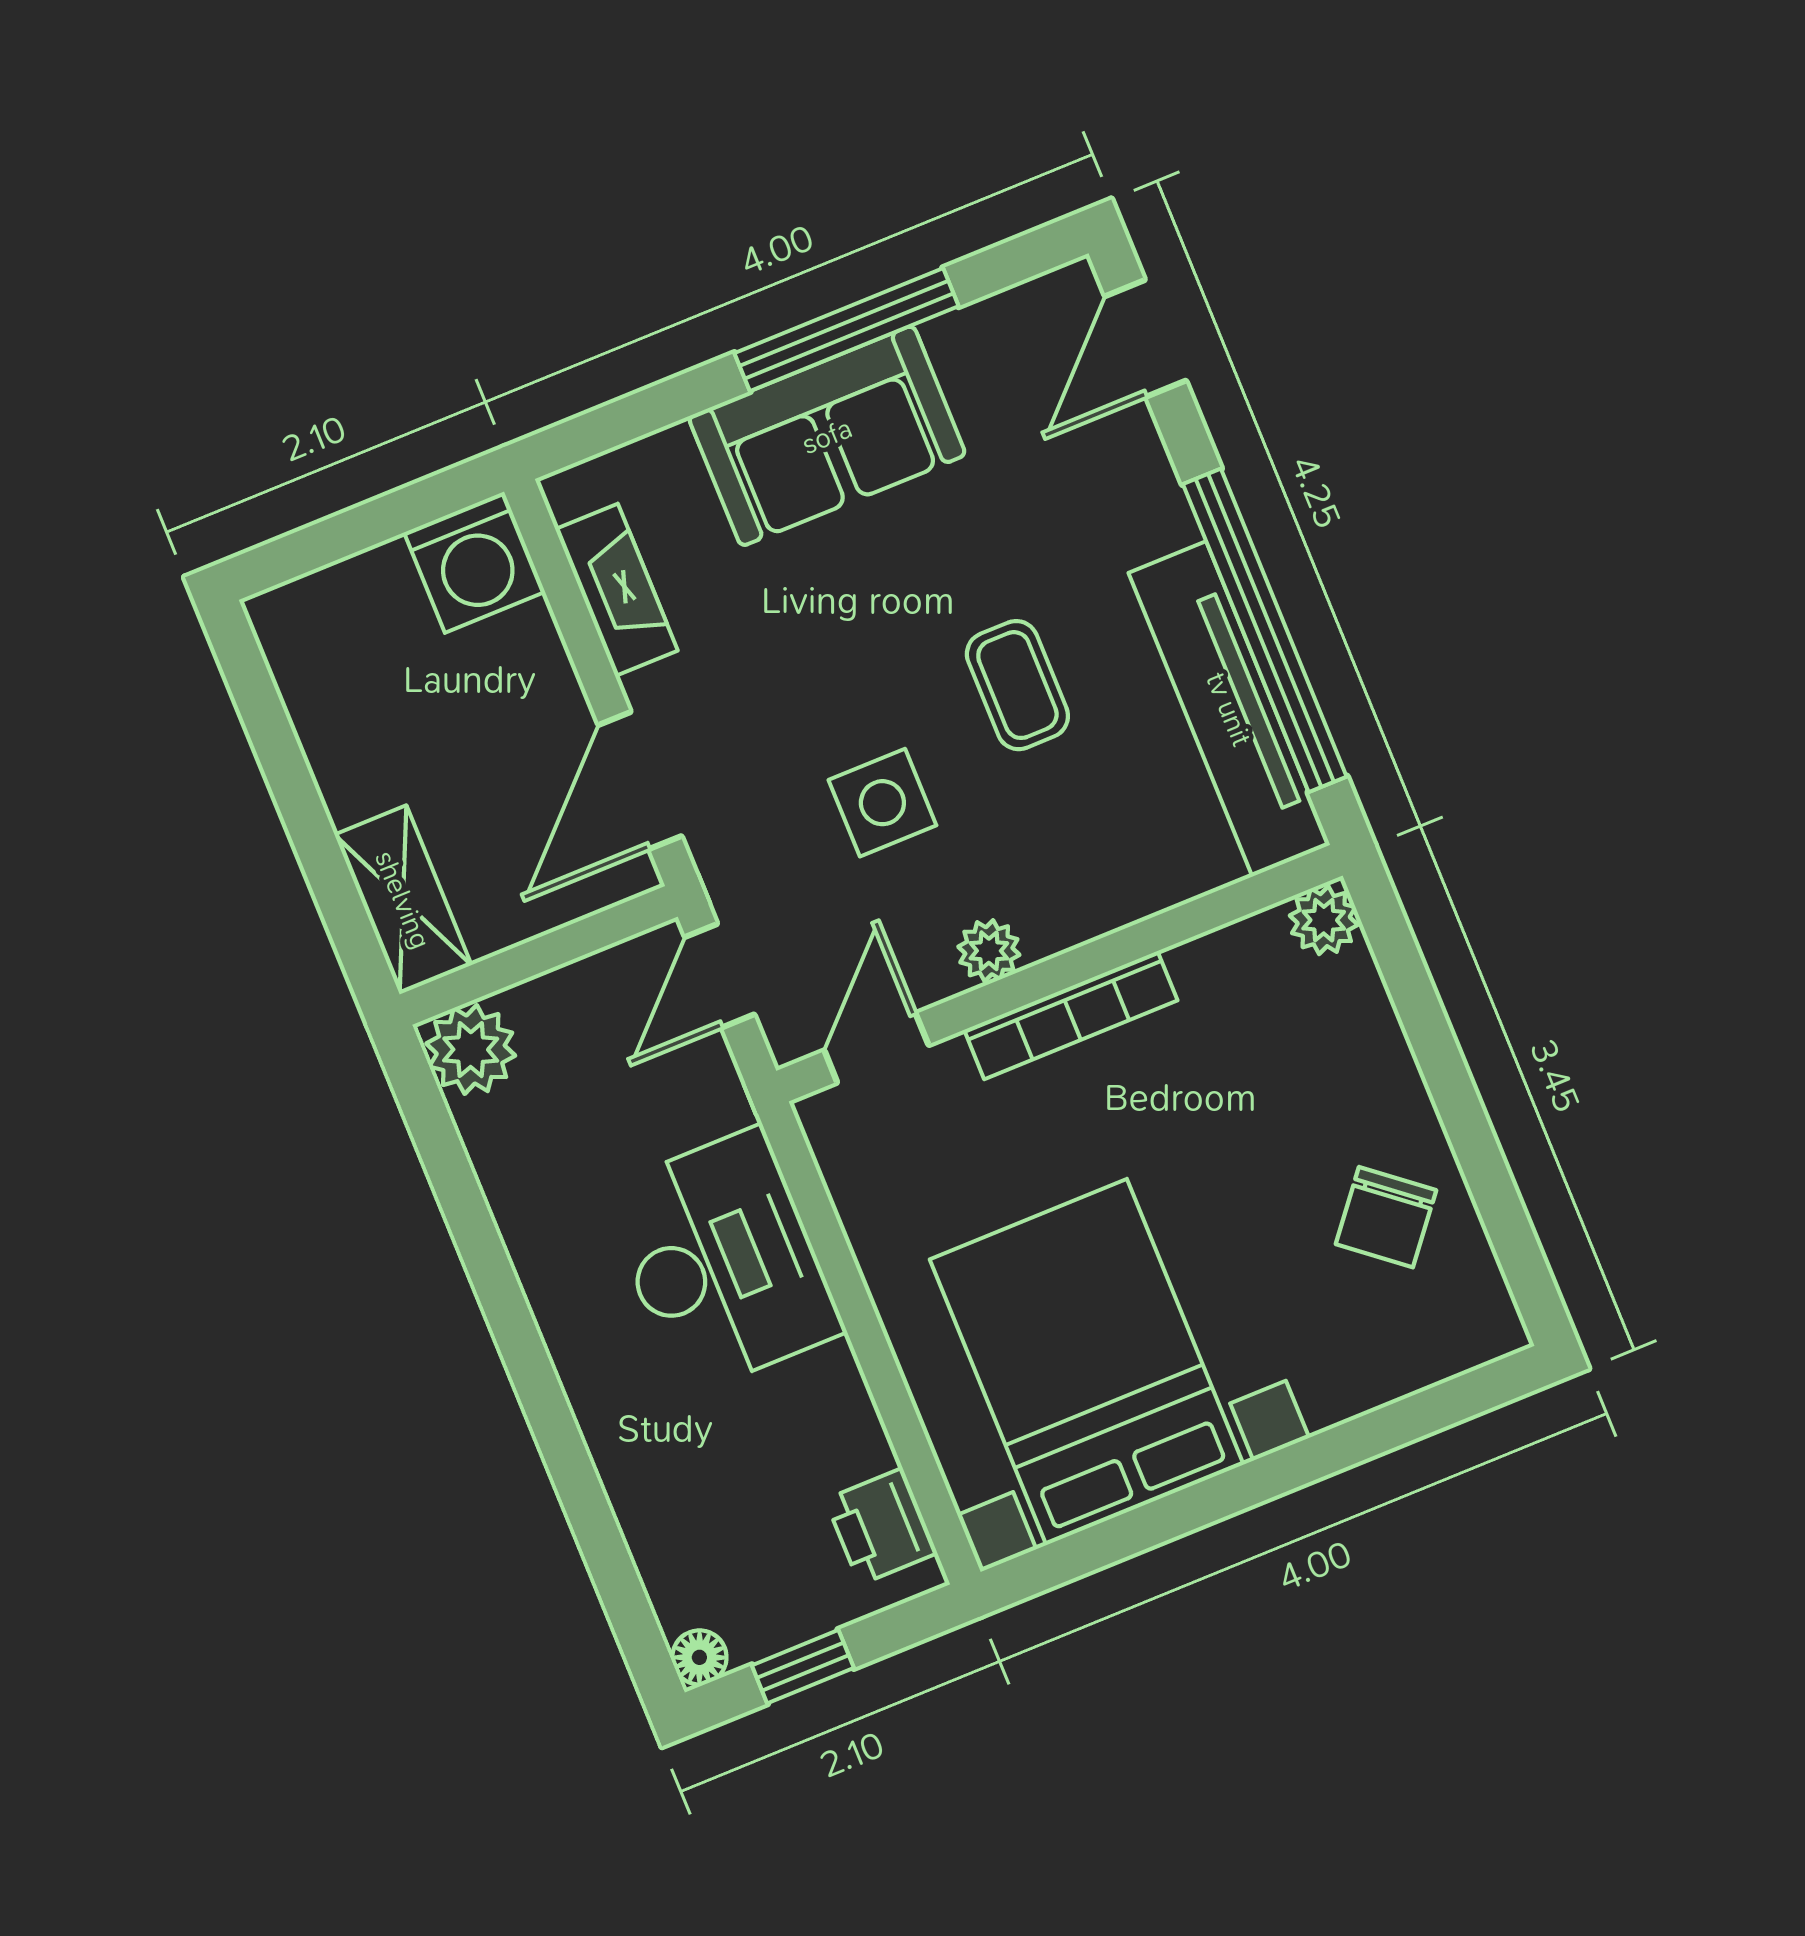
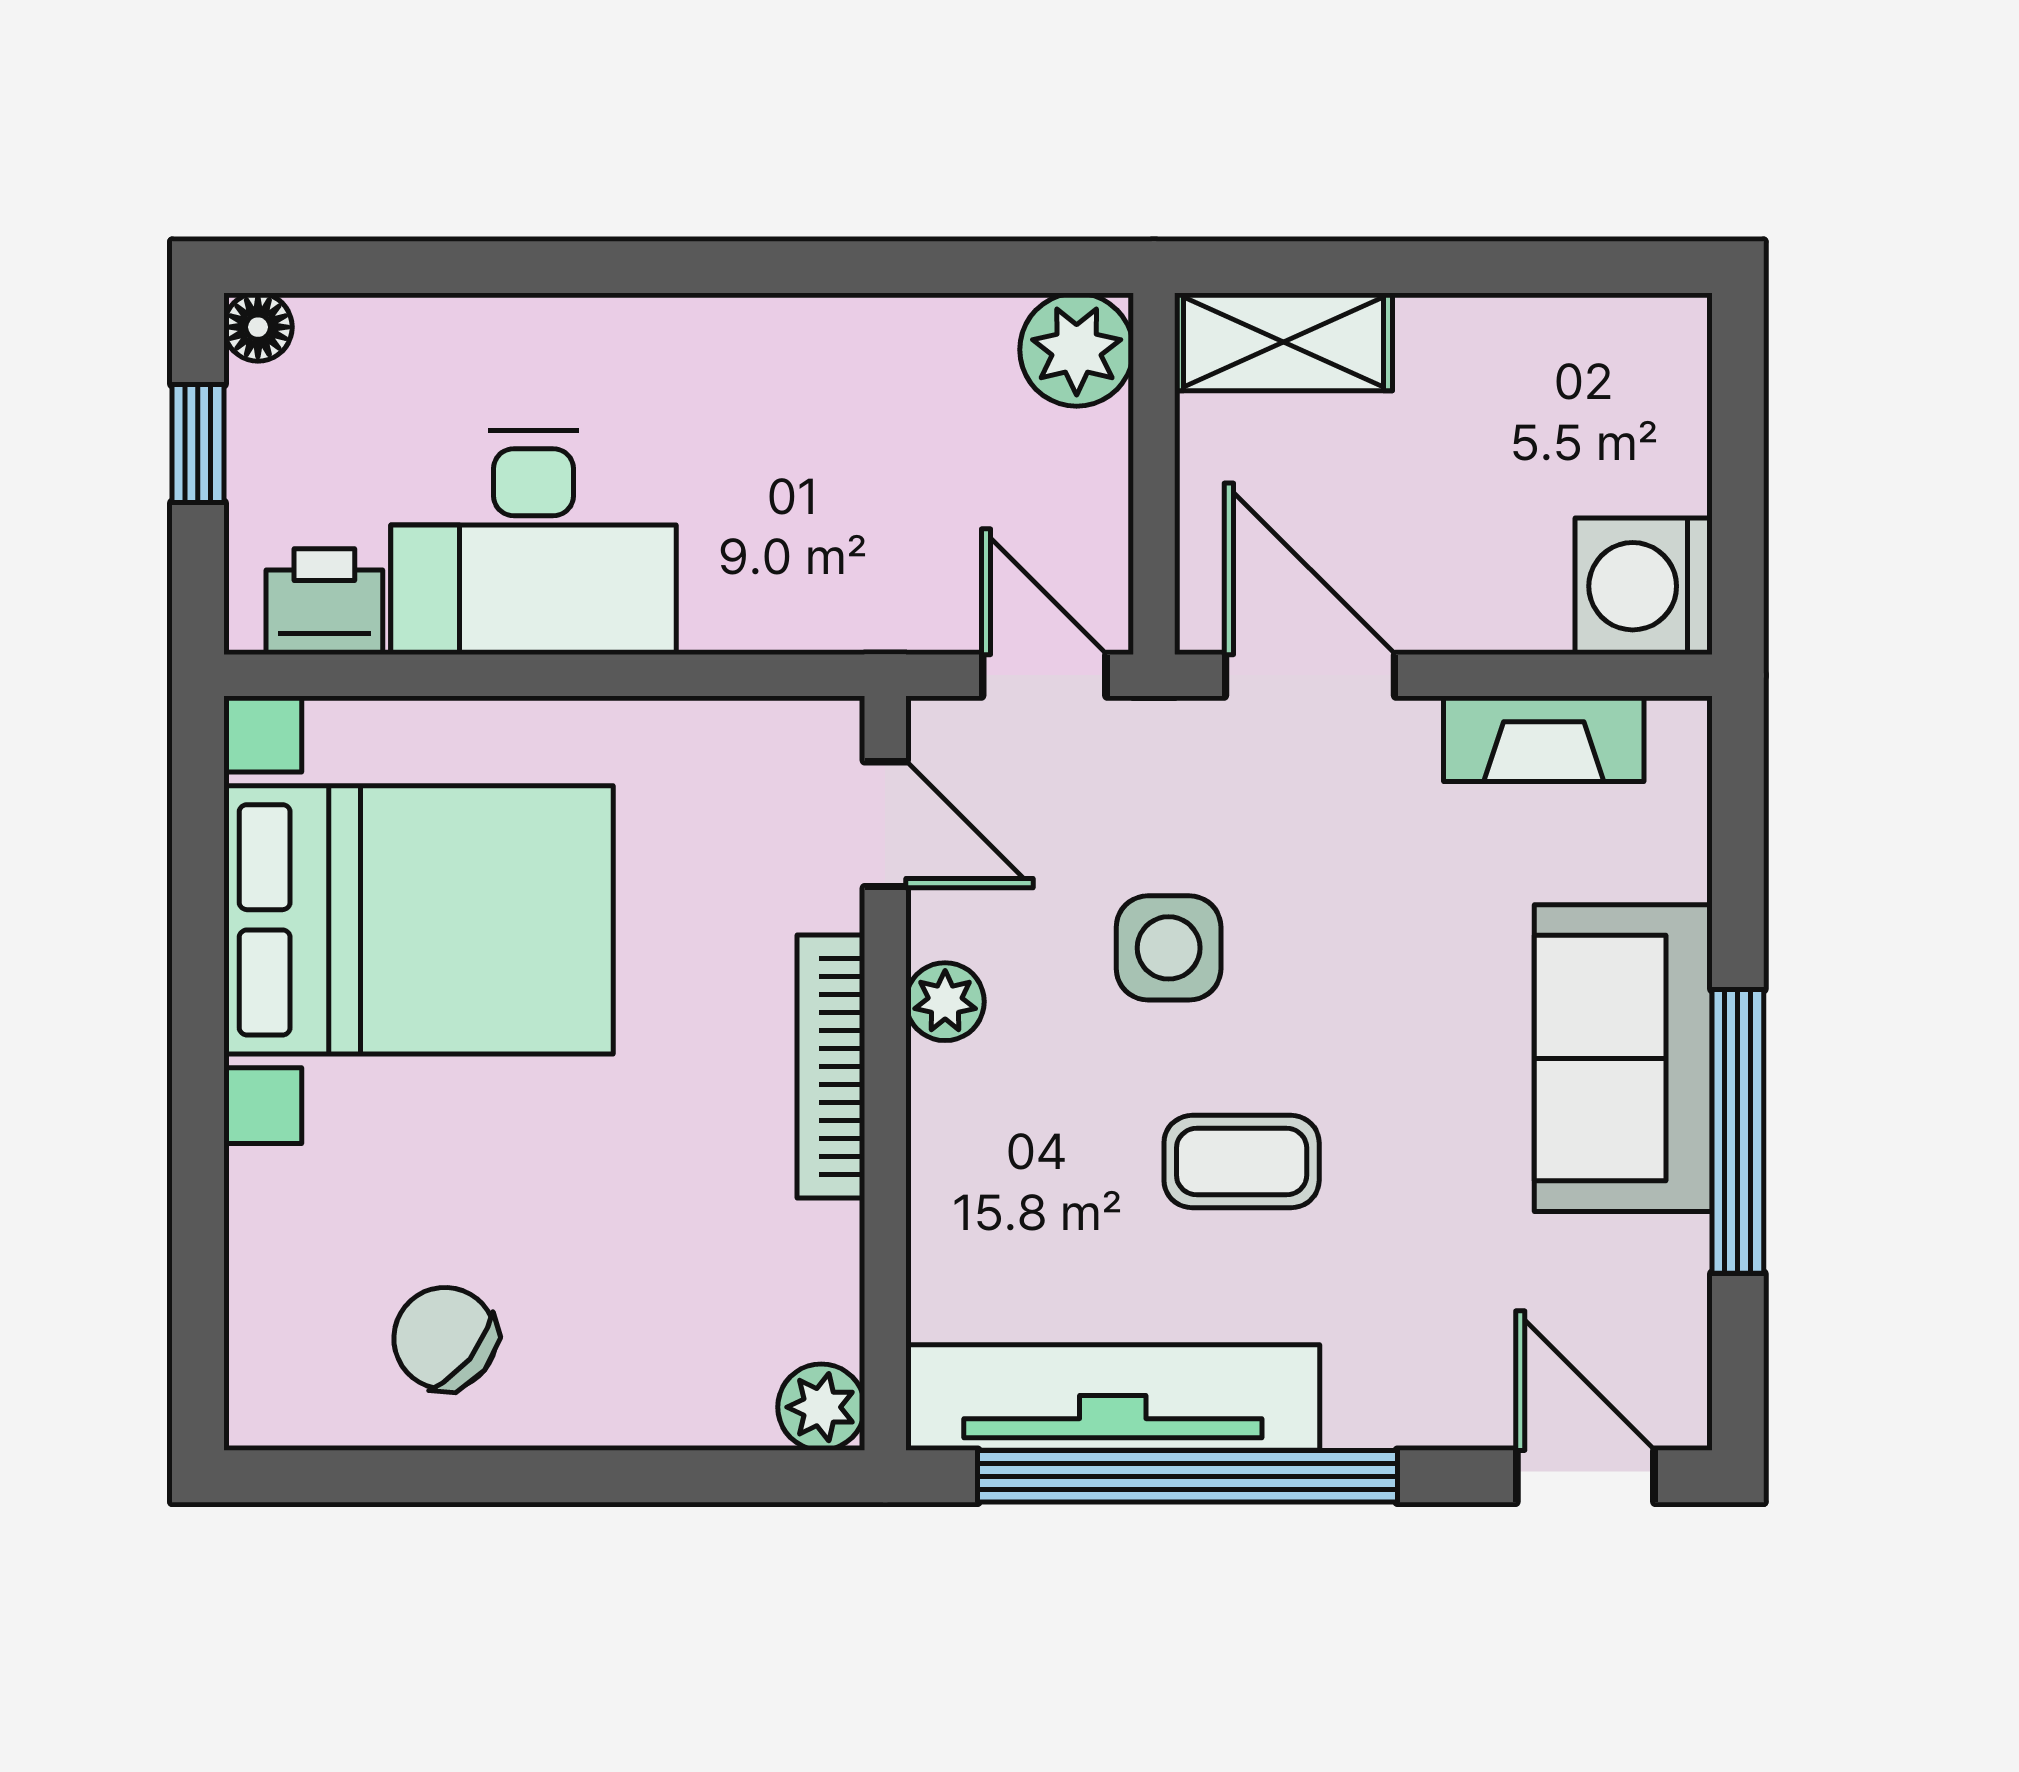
desk: (722, 1261) -> (533, 543), moved

